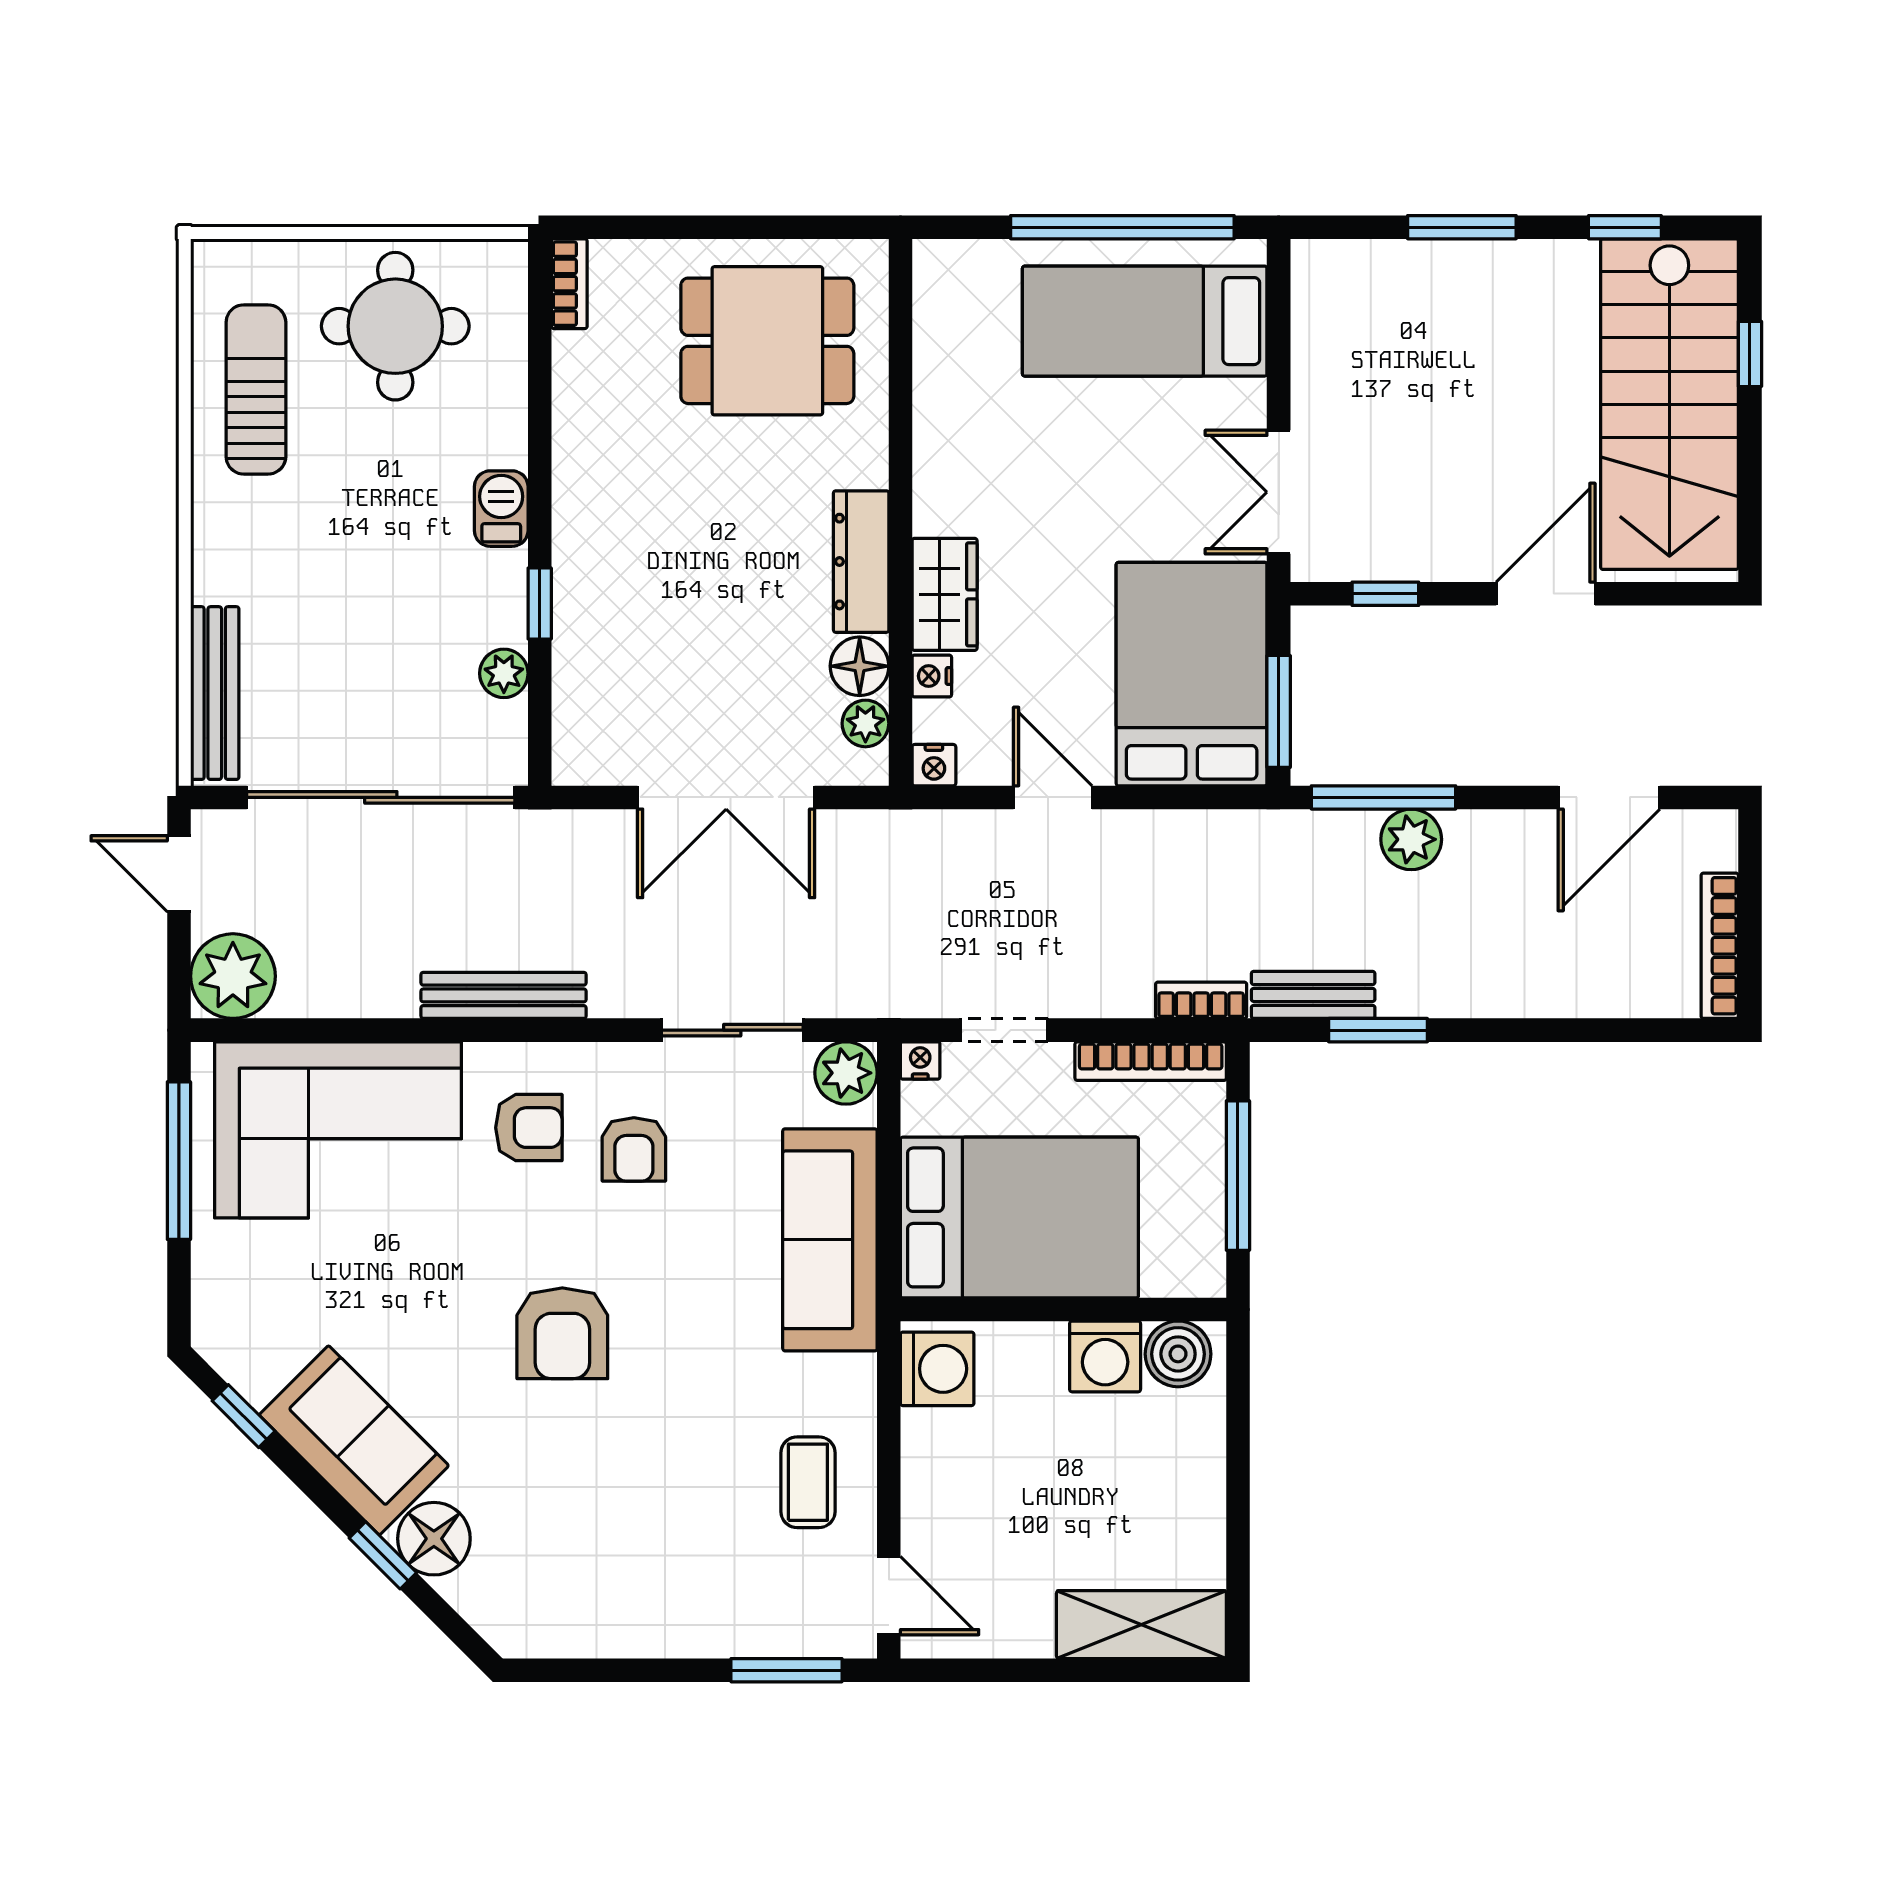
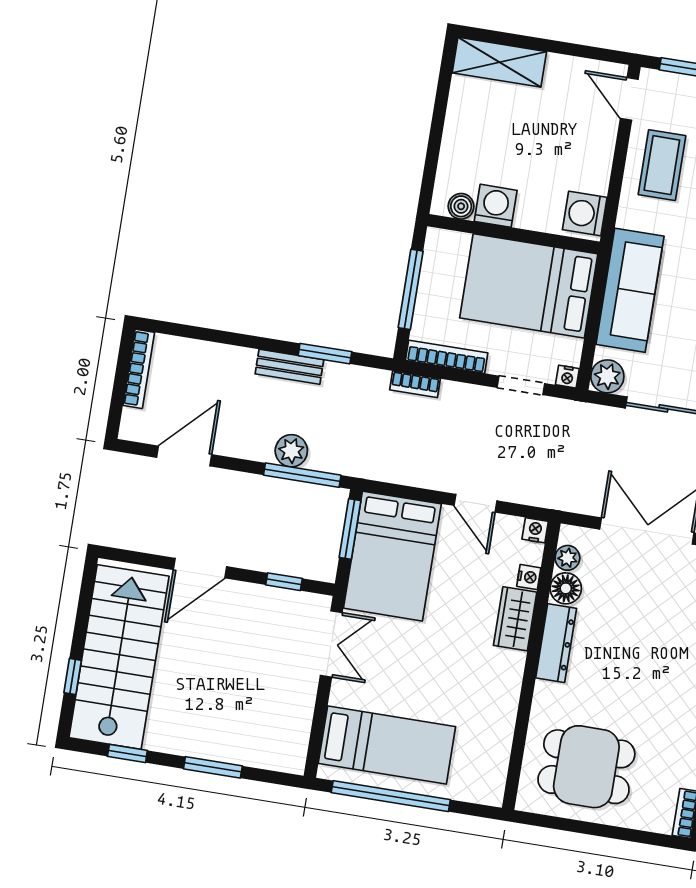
bench: (1313, 995) -> (289, 367), moved
boiler: (1178, 1354) -> (461, 206), width x0.73, depth x0.73
coffee table: (808, 1482) -> (662, 165), width x1.36, depth x1.30

